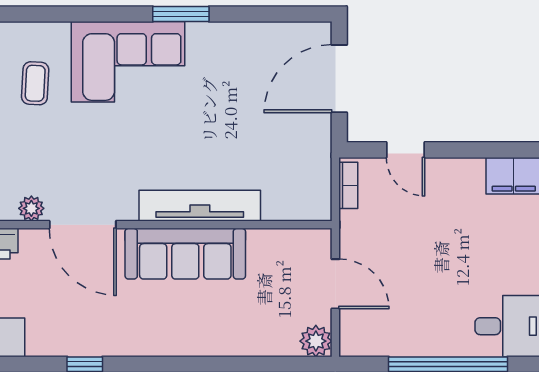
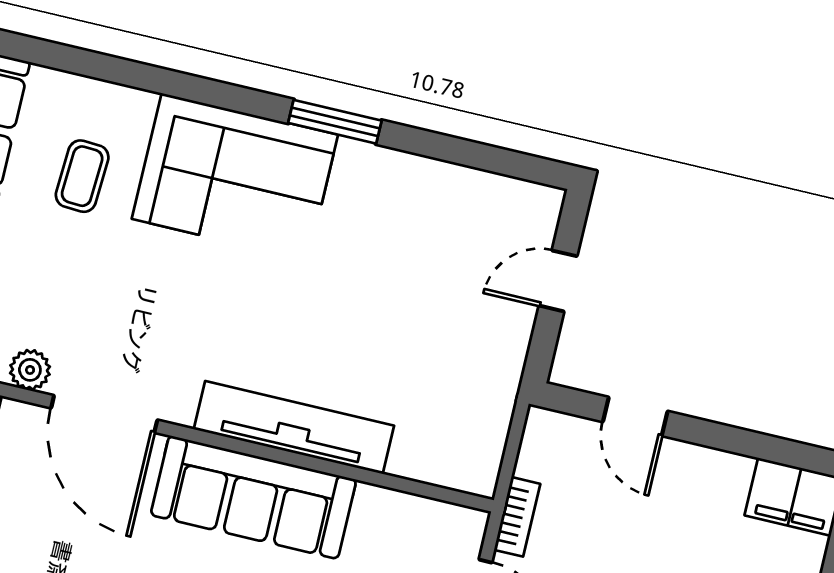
door: (339, 79) -> (558, 281), width x0.53
bookcase: (348, 185) -> (517, 517), moved

